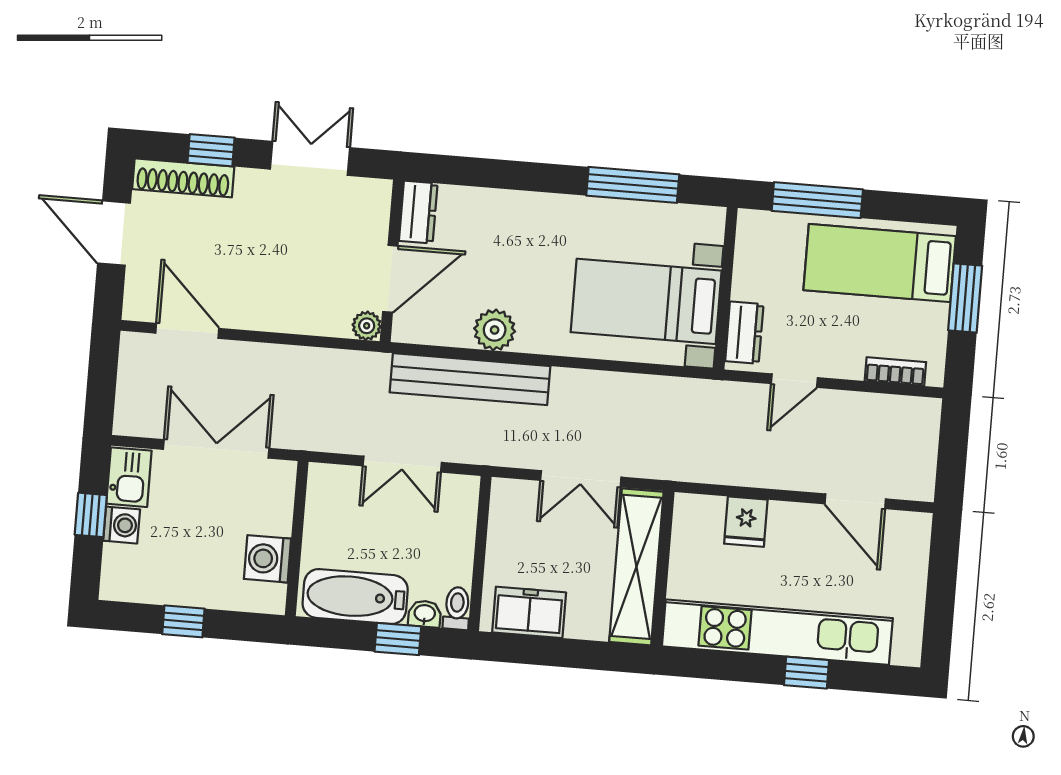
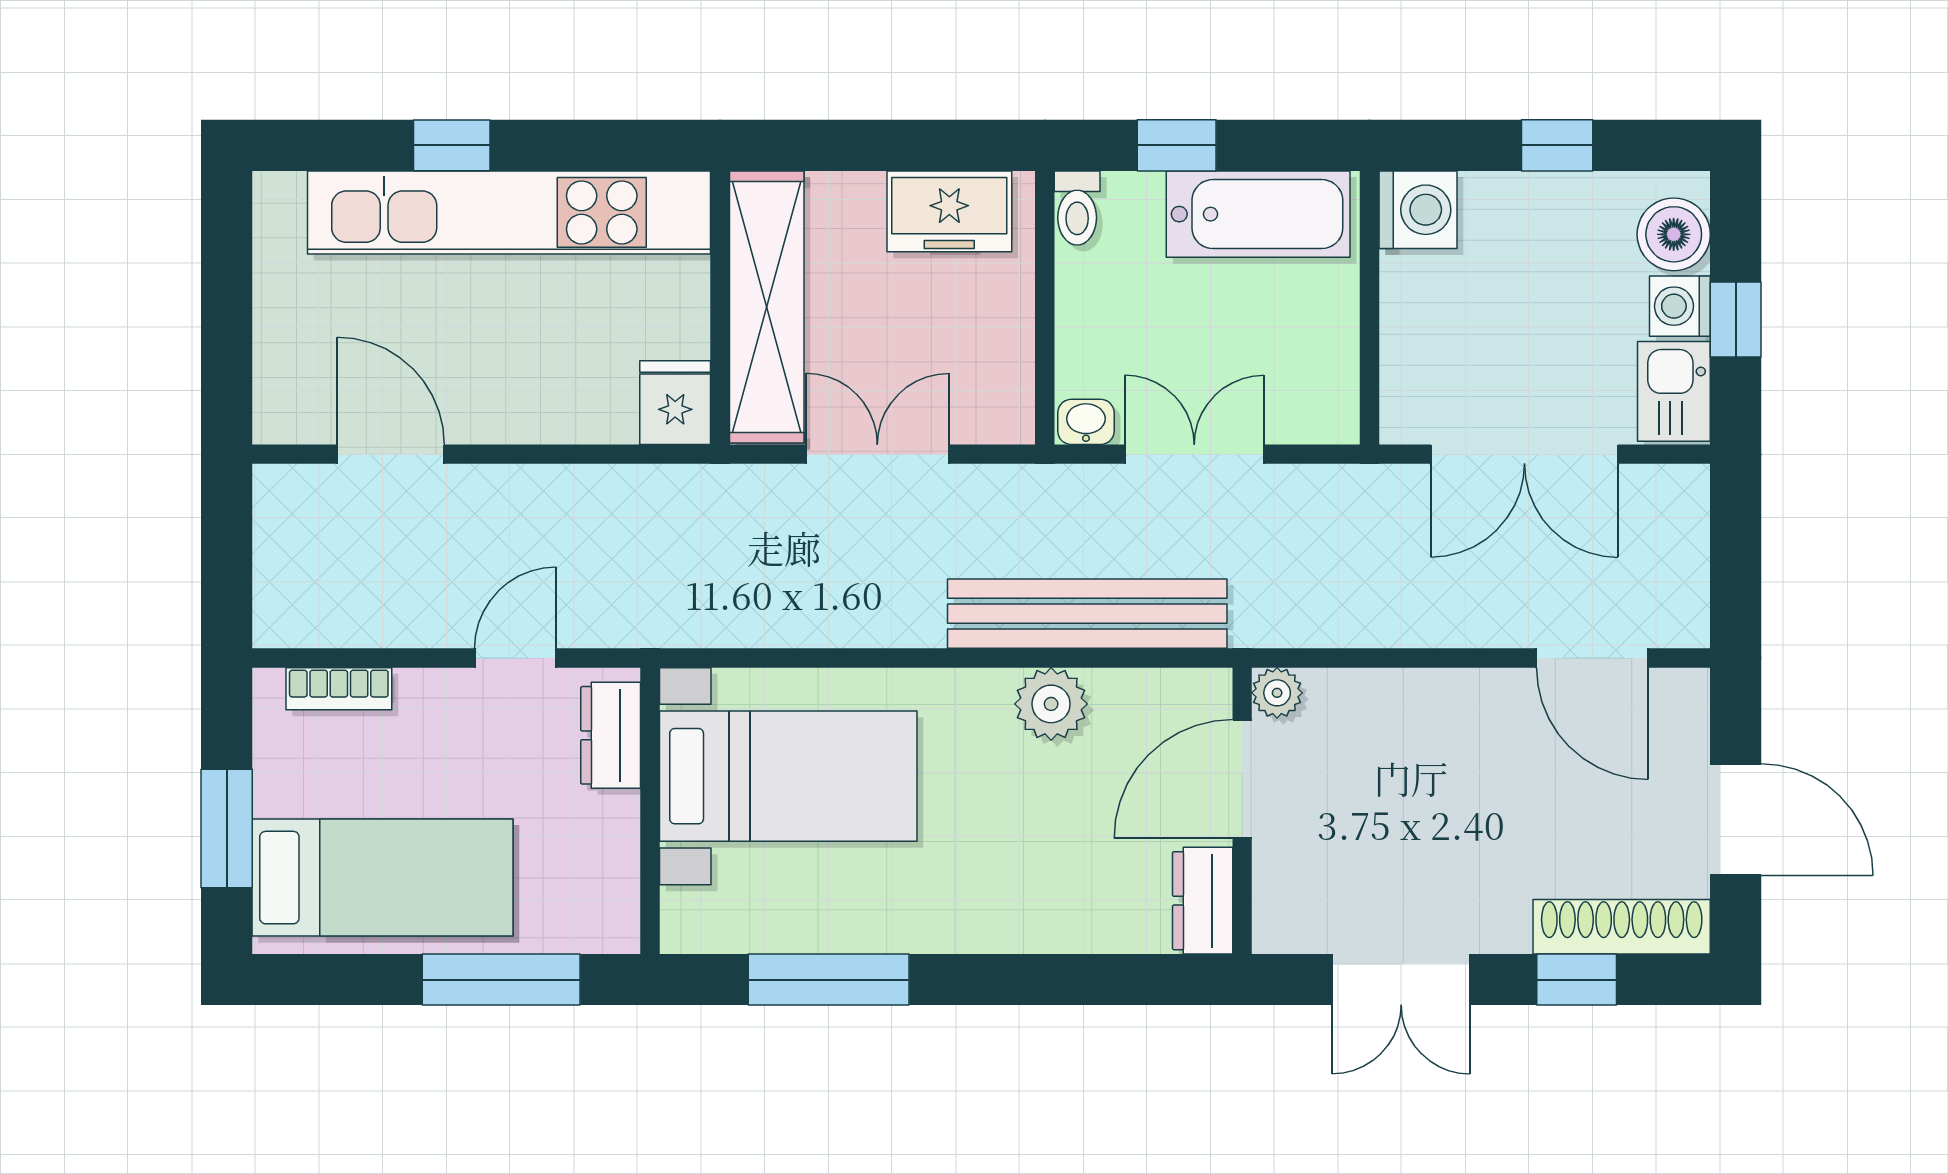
fridge: (746, 522) -> (675, 403), moved
washing machine: (268, 559) -> (1418, 210), moved
boiler: (122, 566) -> (1674, 234), added
washbasin: (425, 614) -> (1086, 422), moved, turned 180

